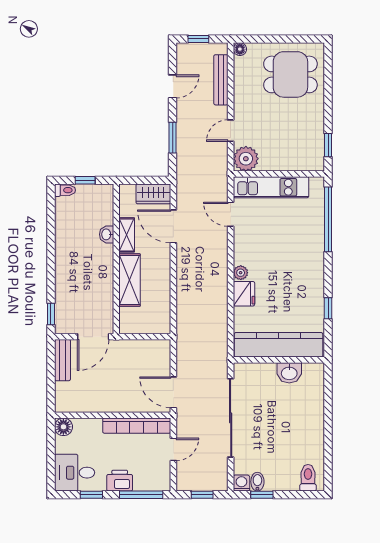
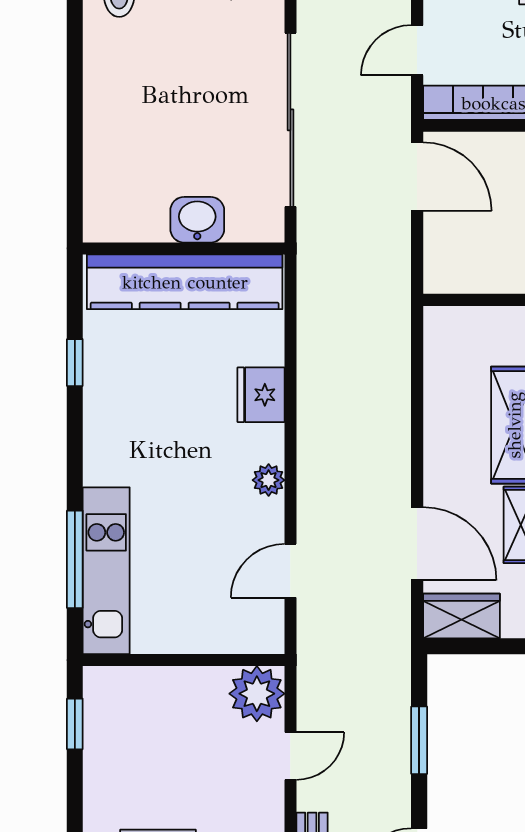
kitchen unit: (271, 187) -> (106, 571), moved, turned 90
door: (231, 214) -> (290, 571), swing flipped
window: (328, 219) -> (75, 559), width x0.68
plant: (241, 273) -> (269, 480), moved
washbasin: (289, 373) -> (197, 220), moved

